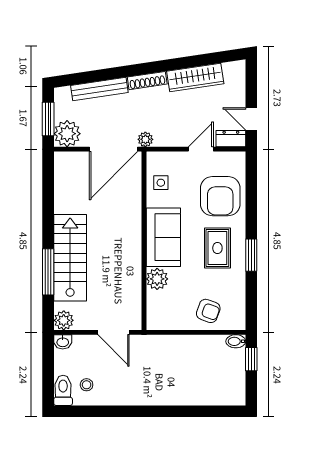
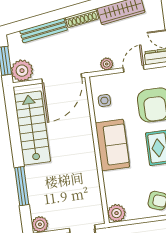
plant: (145, 139) -> (107, 64), moved
stairs: (70, 258) -> (32, 128), moved
plant: (157, 279) -> (117, 213), moved

